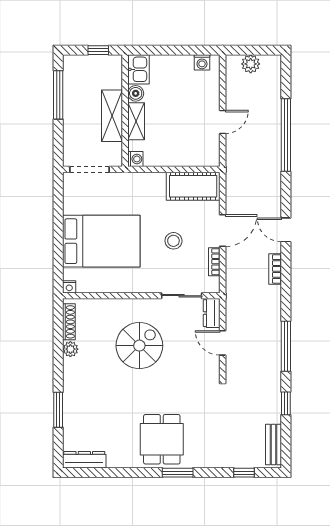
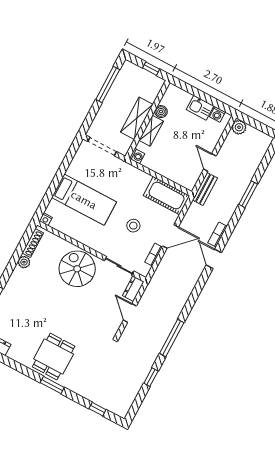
plant: (251, 64) -> (239, 127), moved
kitchen sink: (138, 69) -> (200, 108), moved, turned 90
door: (223, 122) -> (210, 162), swing flipped
window: (286, 135) -> (248, 194), width x0.47
bed: (101, 241) -> (84, 200), width x0.67
bookcase: (275, 269) -> (217, 234), moved
spiral stairs: (139, 346) -> (77, 269), moved, turned -90
bench: (273, 444) -> (205, 189), moved

